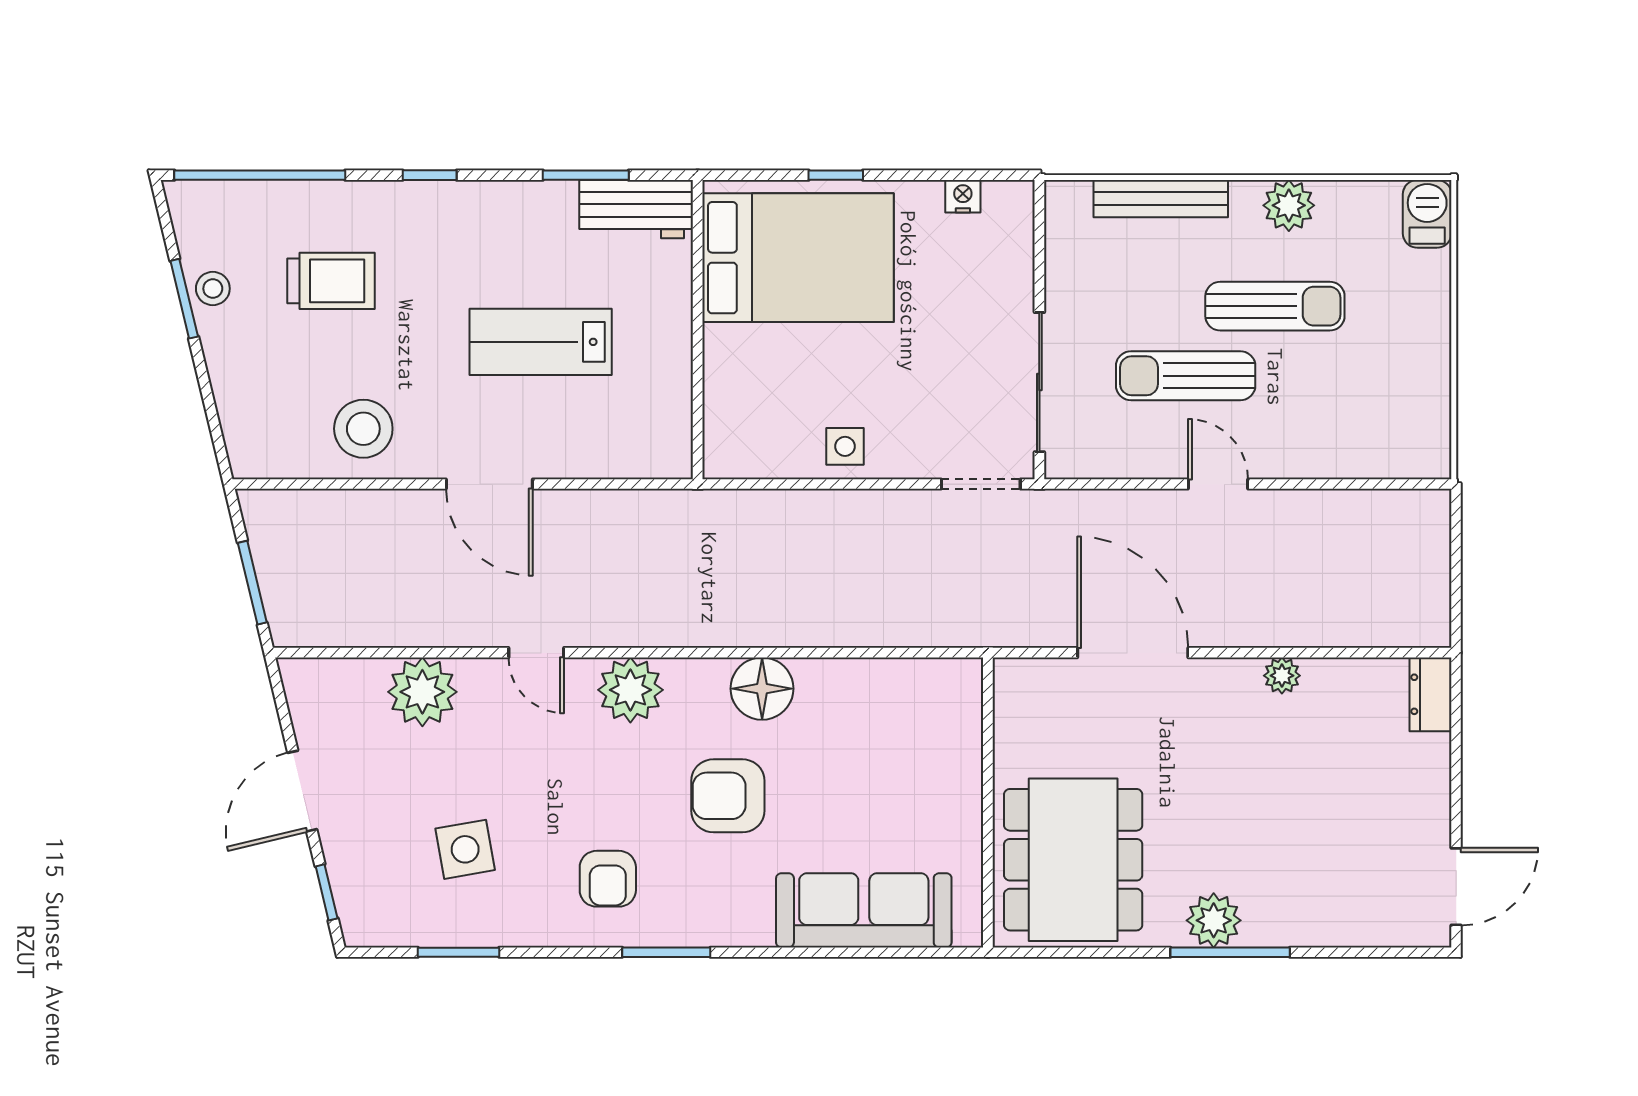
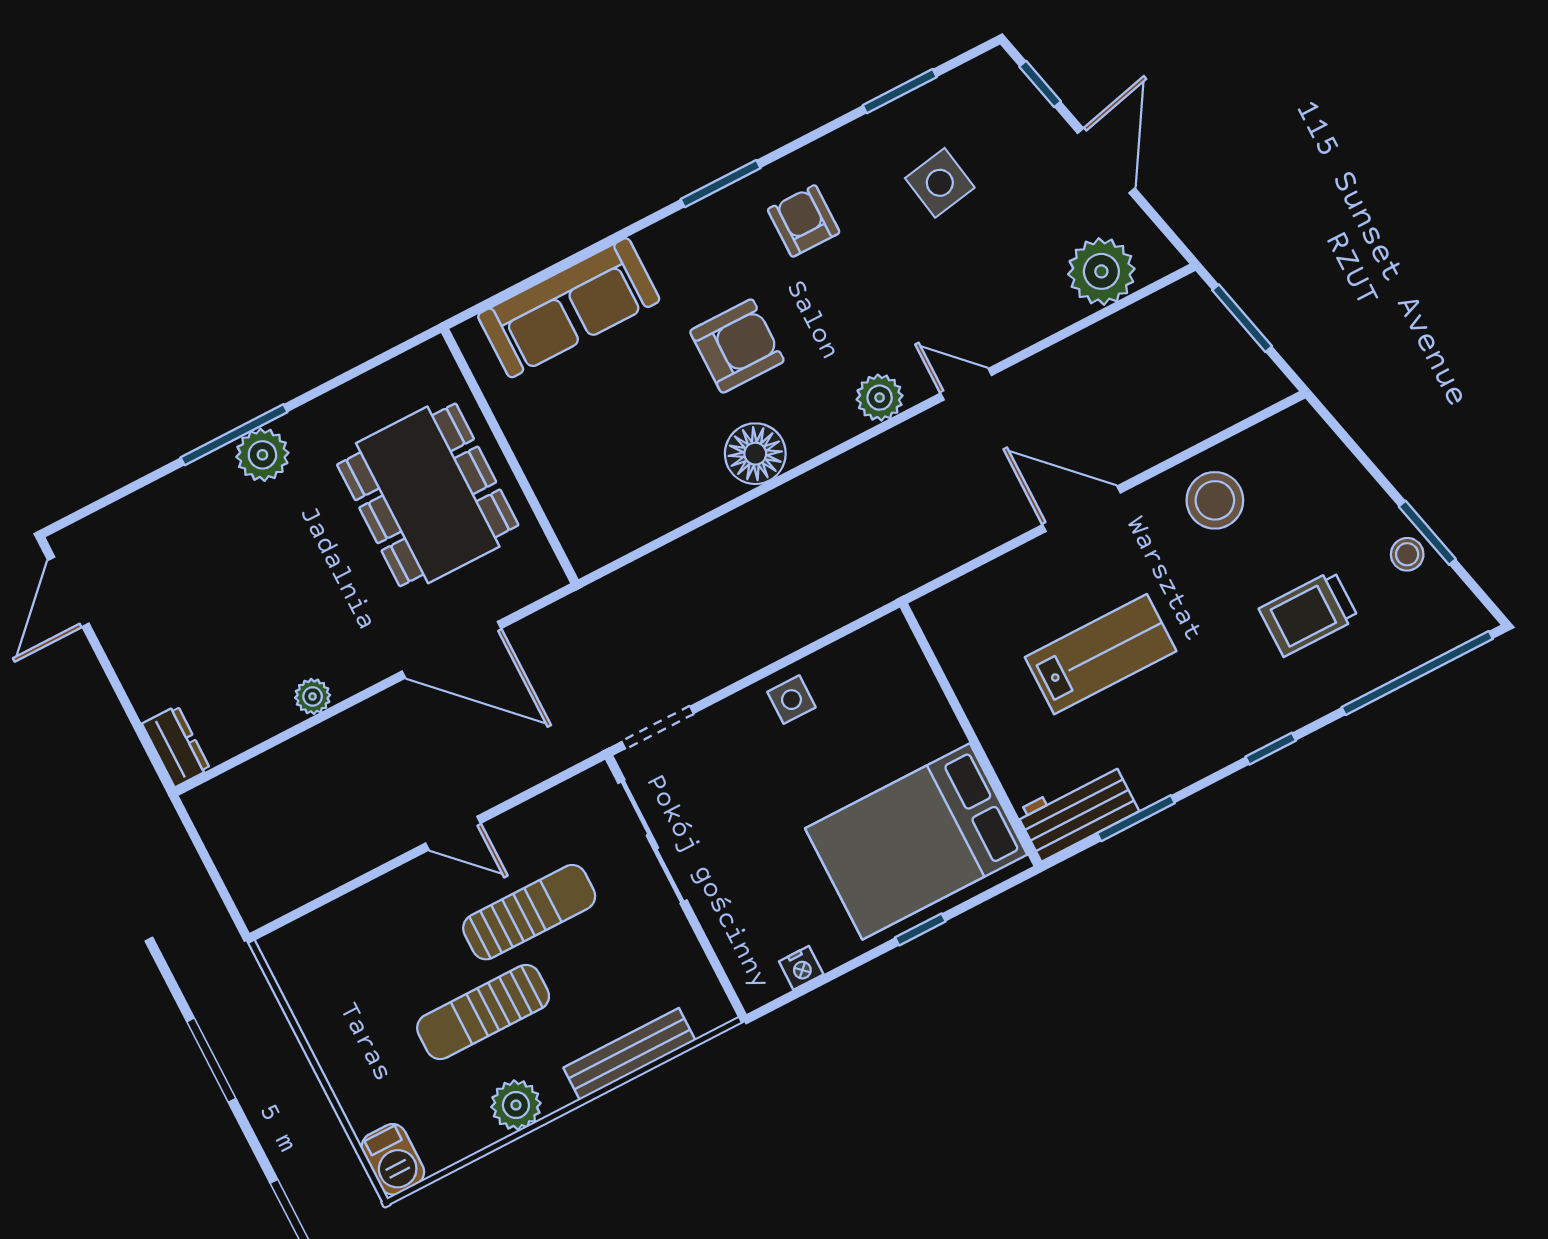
plant: (630, 690) -> (880, 398), width x0.73, depth x0.73
plant: (422, 692) -> (1101, 271), moved
dining table: (1073, 860) -> (428, 495), moved

